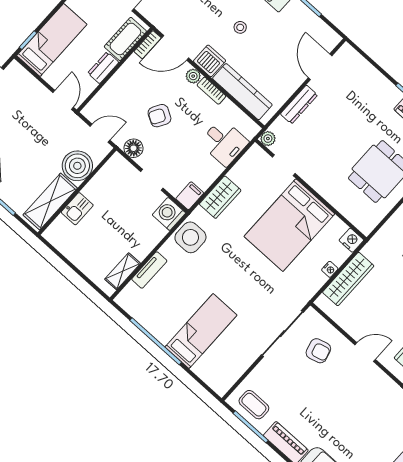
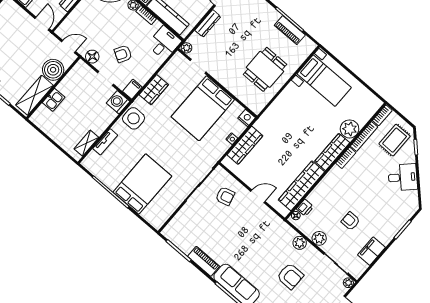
armchair: (159, 116) -> (123, 54), moved
desk: (224, 142) -> (164, 43), moved, turned -90
bed: (201, 331) -> (142, 184), width x1.50
coffee table: (254, 405) -> (181, 235), removed

